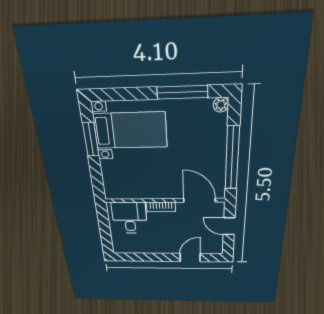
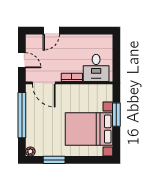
window: (182, 92) -> (54, 160), width x0.69
bed with nightstands: (130, 130) -> (89, 129), width x1.36
window: (91, 140) -> (116, 115), moved

